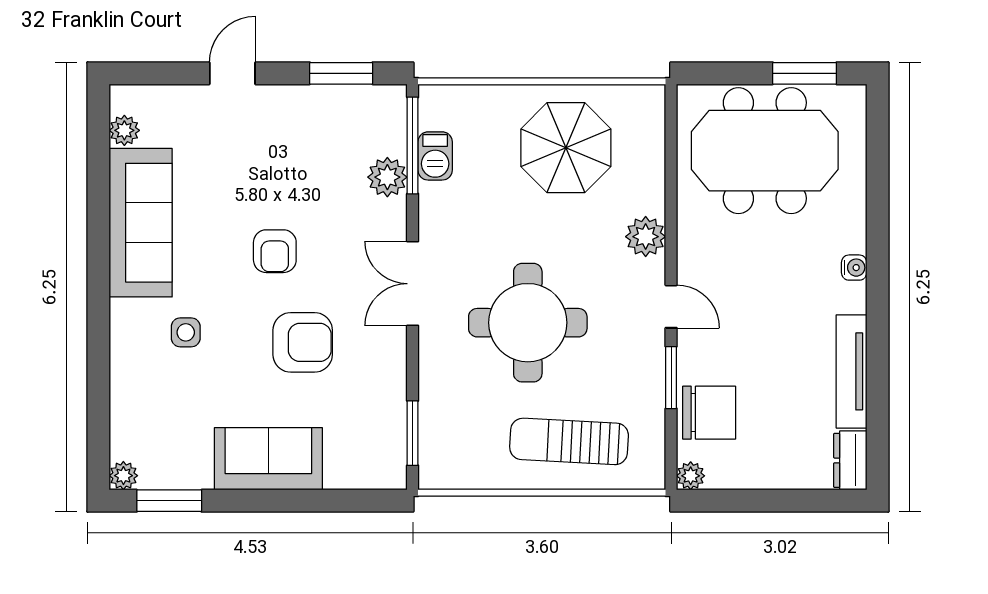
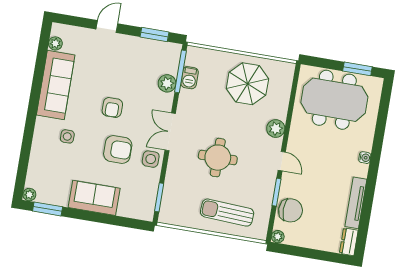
round table: (528, 323) -> (218, 158), width x0.73, depth x0.73
side table: (379, 351) -> (151, 159), added

